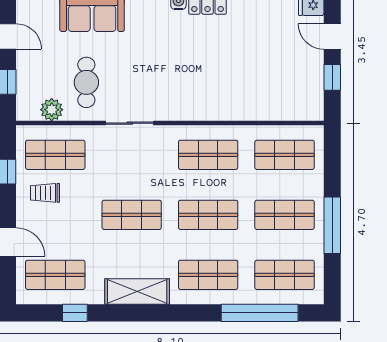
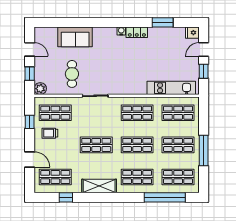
door: (332, 37) -> (204, 49), hinge flipped
kitchen unit: (272, 108) -> (171, 88), added
plant: (52, 110) -> (40, 89), moved

